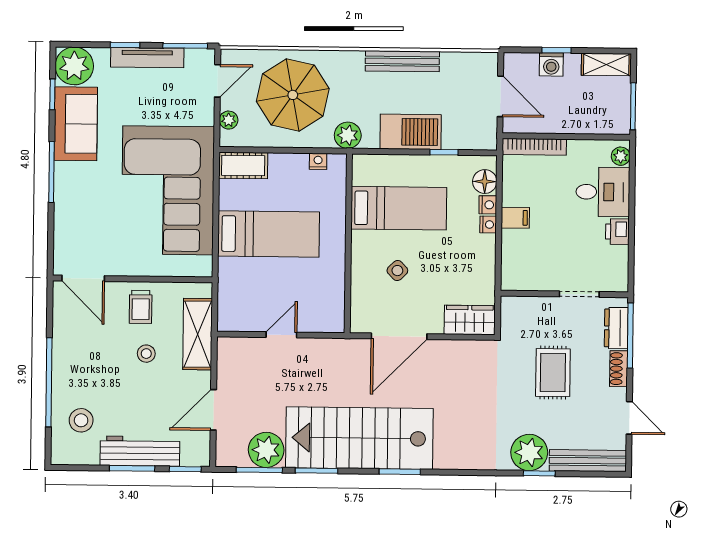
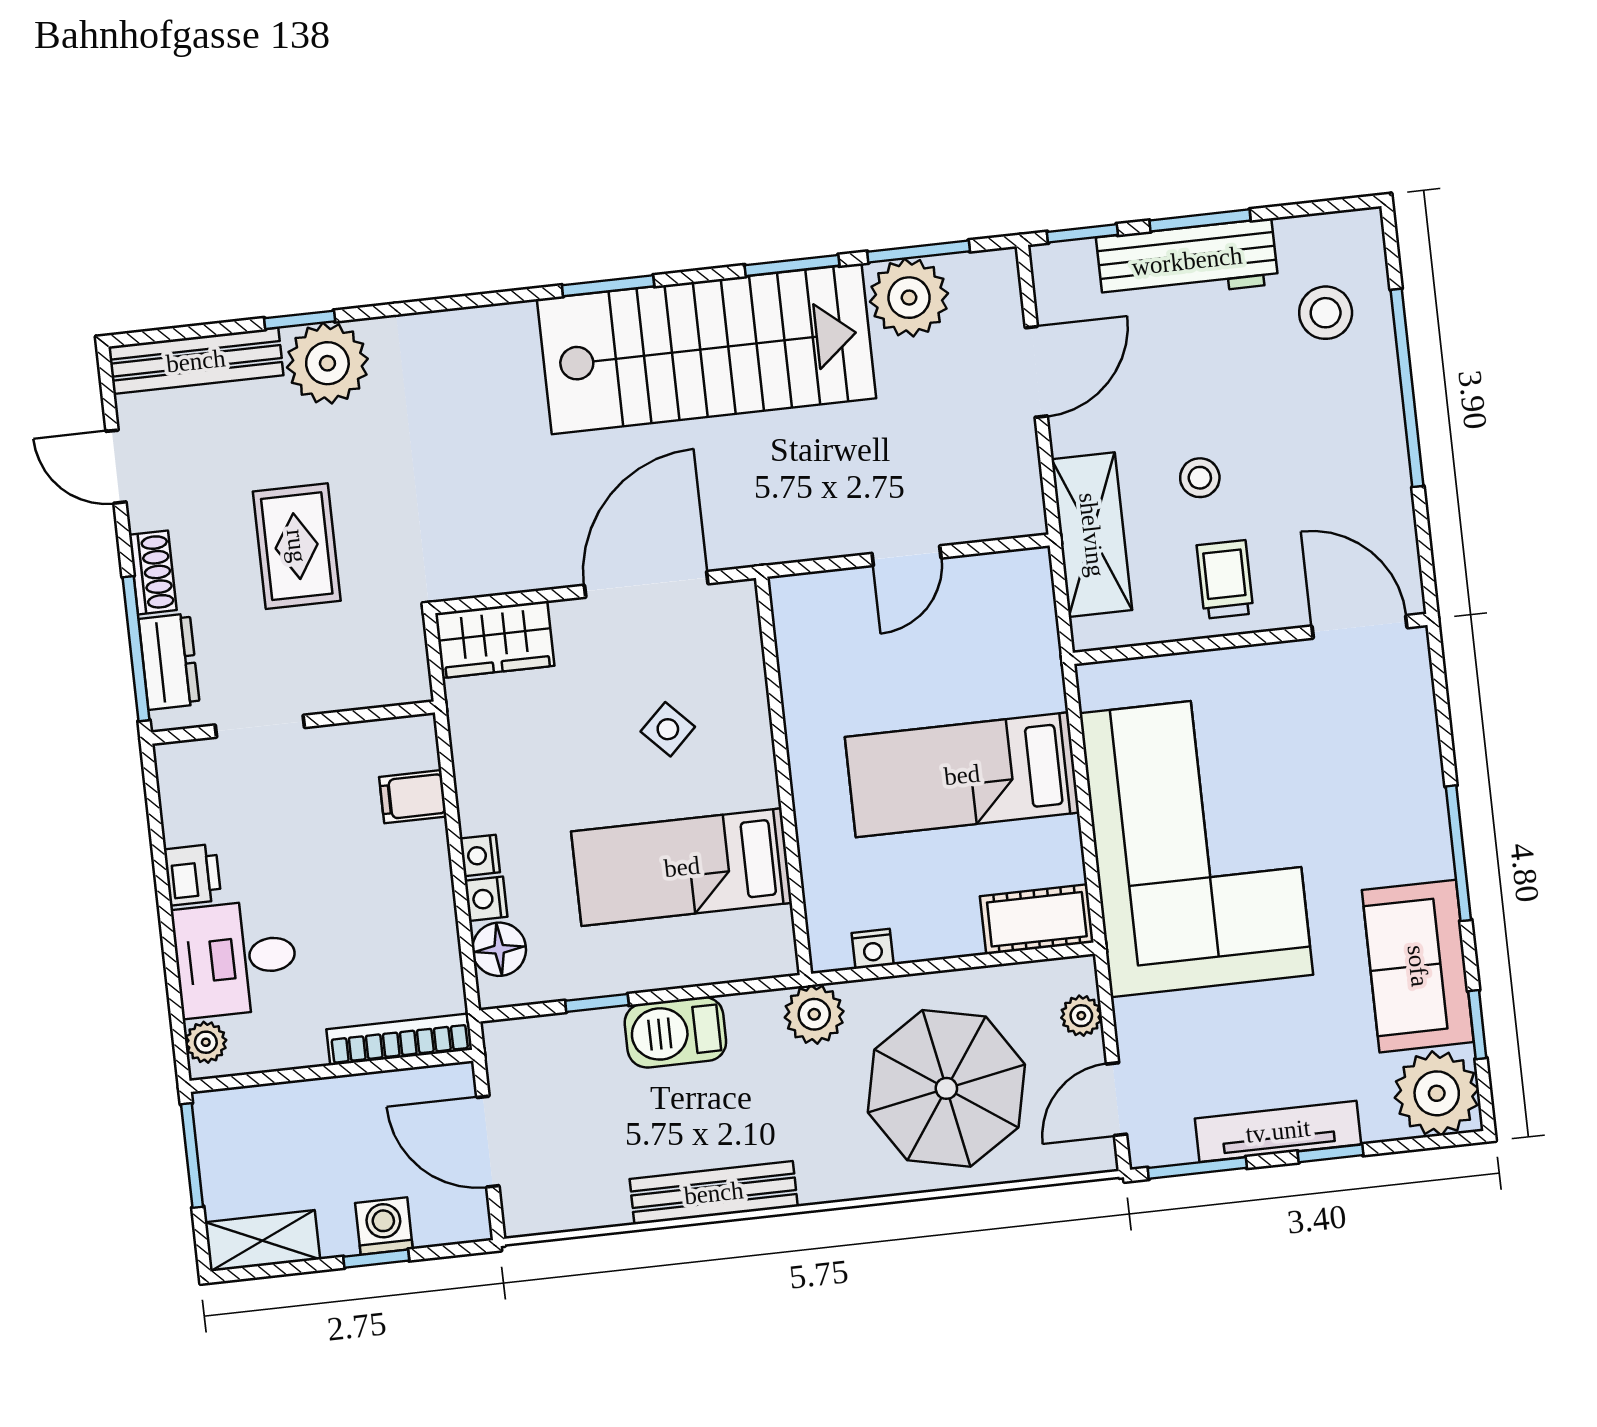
barbecue: (411, 132) -> (675, 1032), width x0.73, depth x0.83
filing cabinet: (515, 218) -> (413, 797), moved

